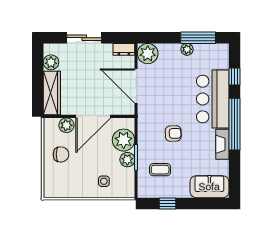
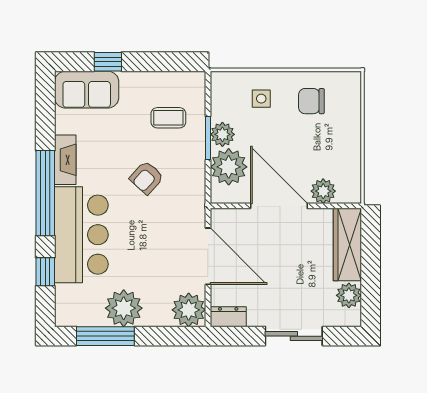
plant: (187, 49) -> (124, 308), width x1.88, depth x1.88
door: (93, 116) -> (279, 206), hinge flipped
armchair: (173, 133) -> (146, 178), turned -46
chair: (61, 154) -> (311, 101), moved
window: (168, 204) -> (108, 62), moved

